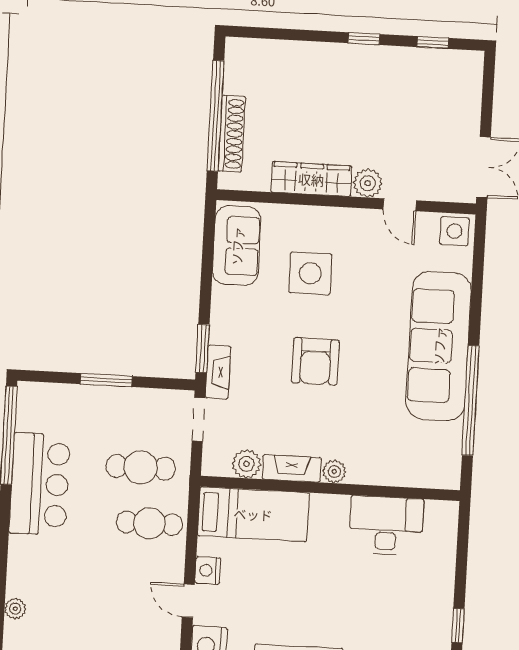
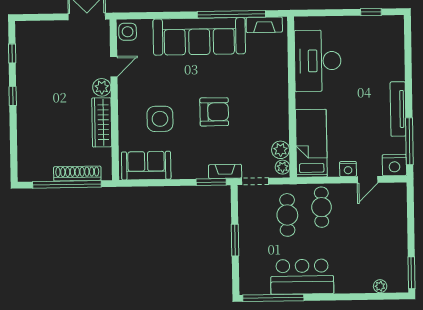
fireplace: (292, 468) -> (264, 25), moved, turned -90
plant: (334, 472) -> (283, 167), moved
desk: (386, 526) -> (318, 61), width x1.36, depth x1.30

